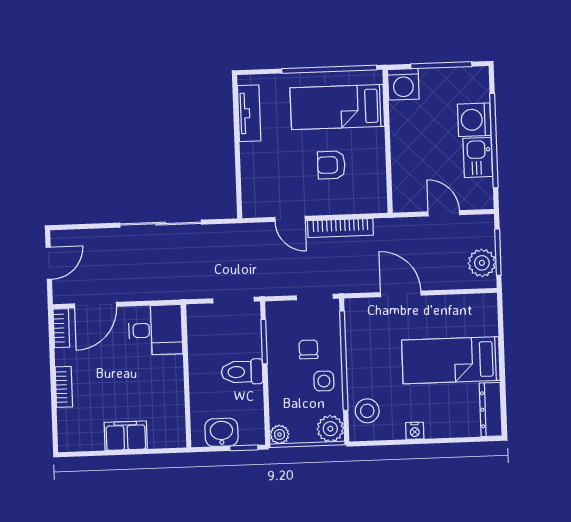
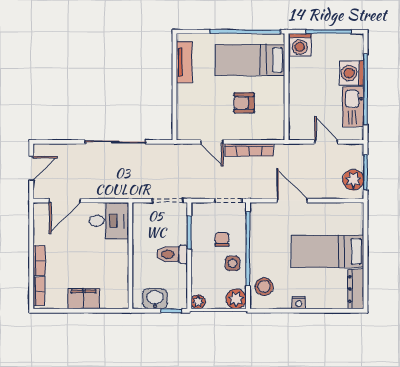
kitchen sink: (478, 157) -> (353, 107), width x1.38
bookcase: (61, 328) -> (39, 291), moved

